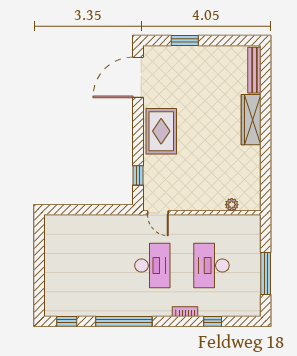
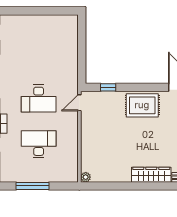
plant: (232, 205) -> (86, 177), moved

